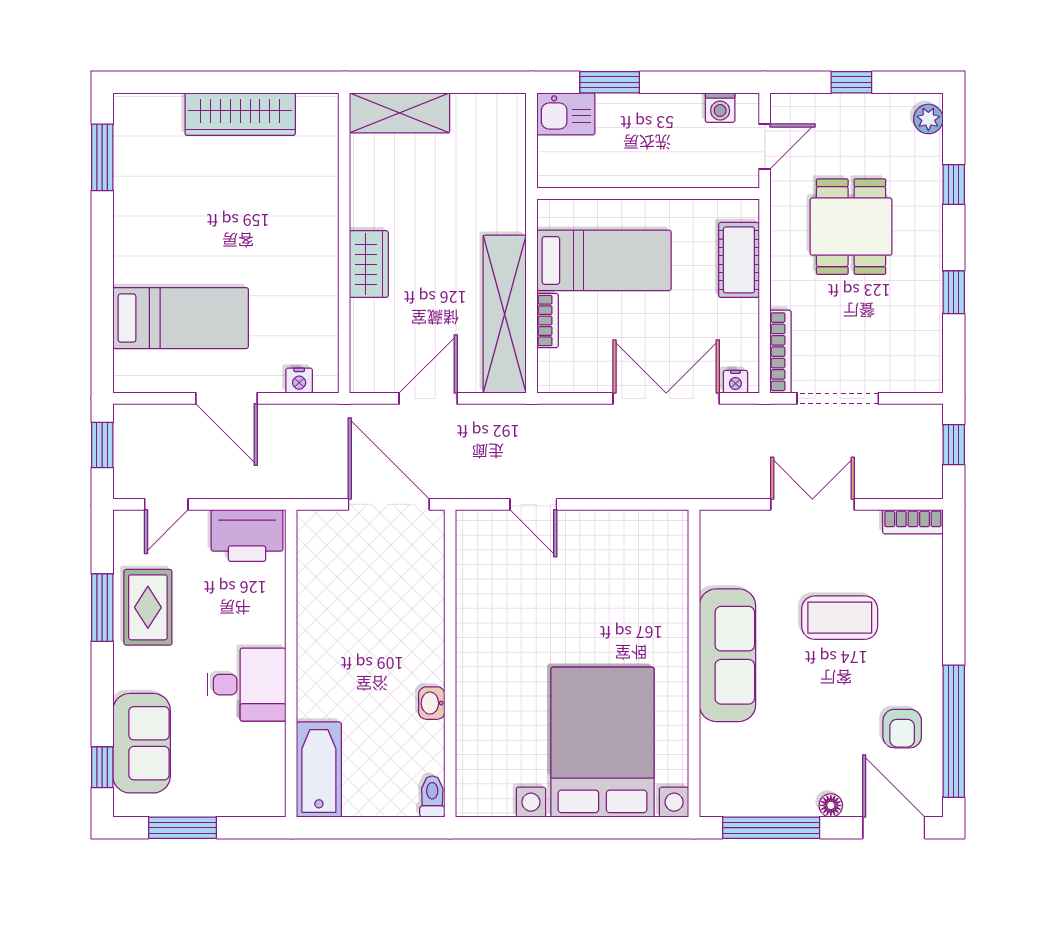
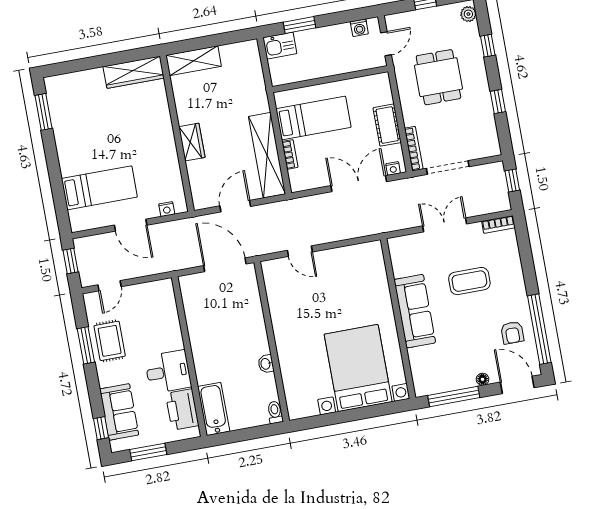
wardrobe: (240, 114) -> (134, 72), moved
cot: (739, 260) -> (387, 125), moved
printer: (247, 536) -> (182, 410), moved, turned 90

